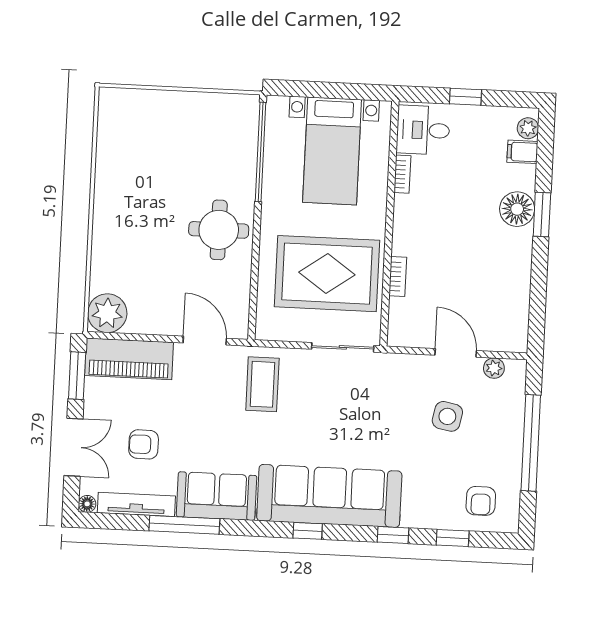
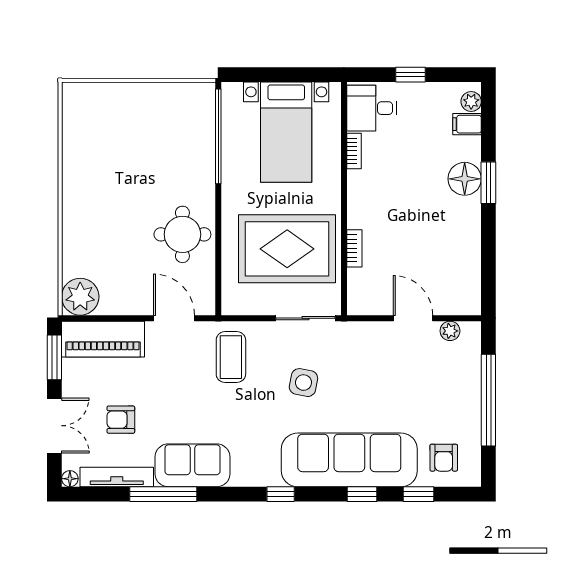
round table: (219, 230) -> (182, 234), moved
side table: (447, 416) -> (303, 383), moved
sofa: (329, 496) -> (349, 460), moved

